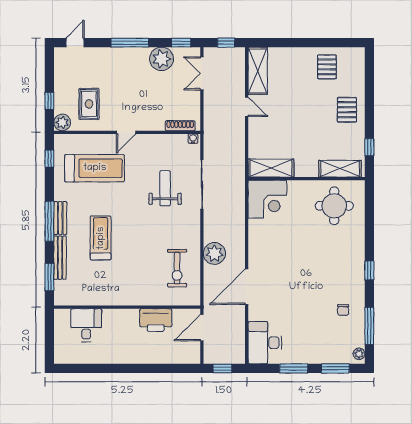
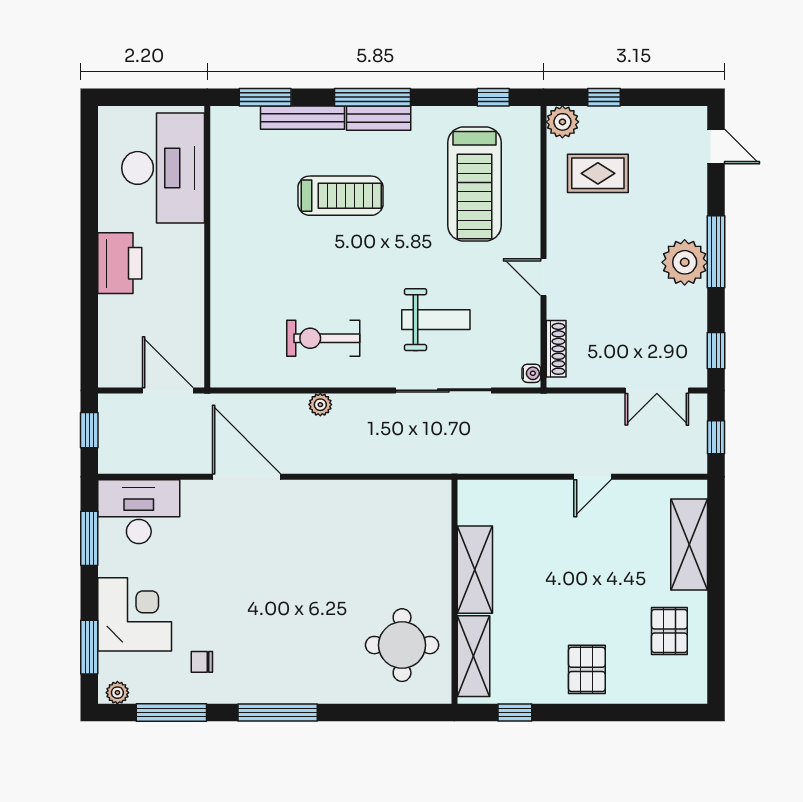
plant: (162, 59) -> (685, 262), moved
pallet: (327, 67) -> (669, 631), turned 90
shelving: (258, 71) -> (689, 544), moved, turned 90
double door: (202, 73) -> (657, 390), swing flipped
pallet: (347, 110) -> (587, 669), turned 90
door: (126, 132) -> (544, 277), moved
shelving: (271, 168) -> (475, 570), moved
corner desk: (267, 199) -> (135, 614), moved, turned 180
plant: (214, 253) -> (320, 405), width x0.53, depth x0.53
exercise bike: (177, 268) -> (323, 338), moved
window: (369, 271) -> (278, 712), width x2.17
printer: (156, 320) -> (120, 263), moved, turned 180
desk: (86, 325) -> (163, 168), width x1.87, depth x1.30
window: (294, 368) -> (89, 538), moved

